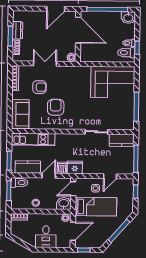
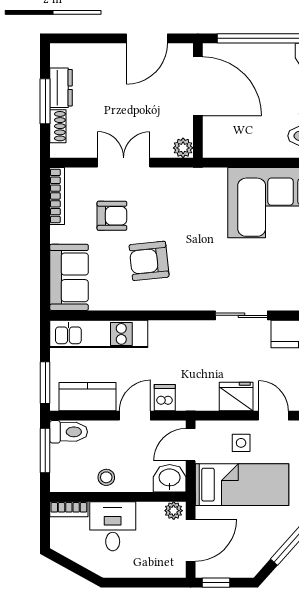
armchair: (56, 107) -> (149, 261), turned -96
fridge: (75, 167) -> (236, 396), moved
door: (110, 176) -> (273, 416), swing flipped
desk: (46, 237) -> (113, 526), moved, turned 180

